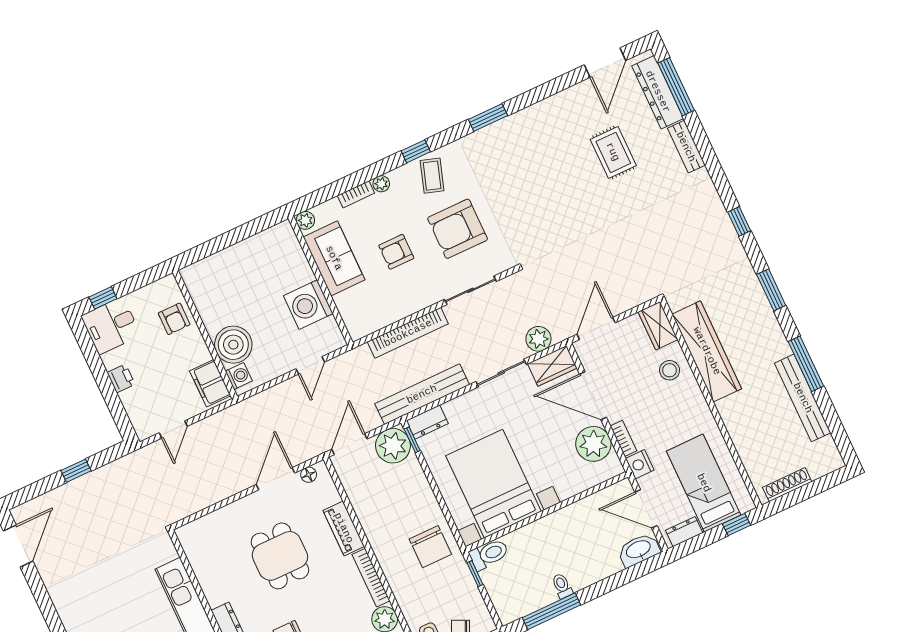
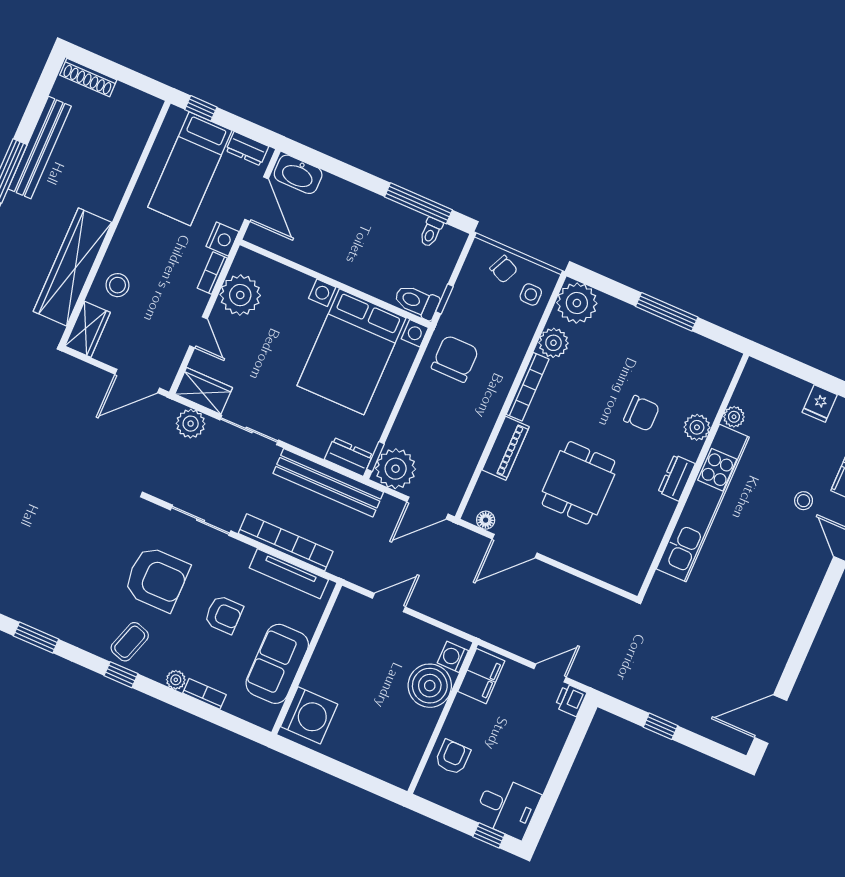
plant: (305, 220) -> (266, 718), removed
washing machine: (308, 305) -> (309, 715), moved
tv unit: (386, 317) -> (289, 574), added
printer: (121, 378) -> (571, 700), moved
door: (593, 396) -> (198, 332), width x0.53
shoe rack: (787, 485) -> (88, 78), moved
toilet: (562, 586) -> (431, 232), moved

